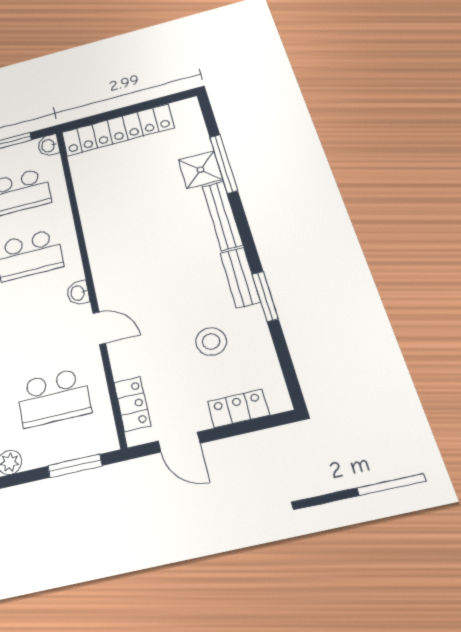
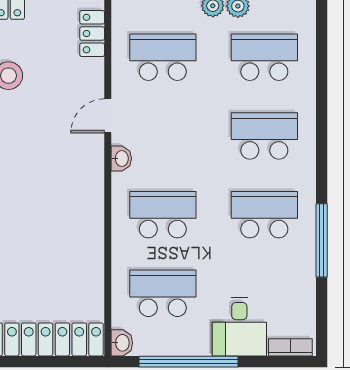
door: (99, 328) -> (108, 116), hinge flipped

